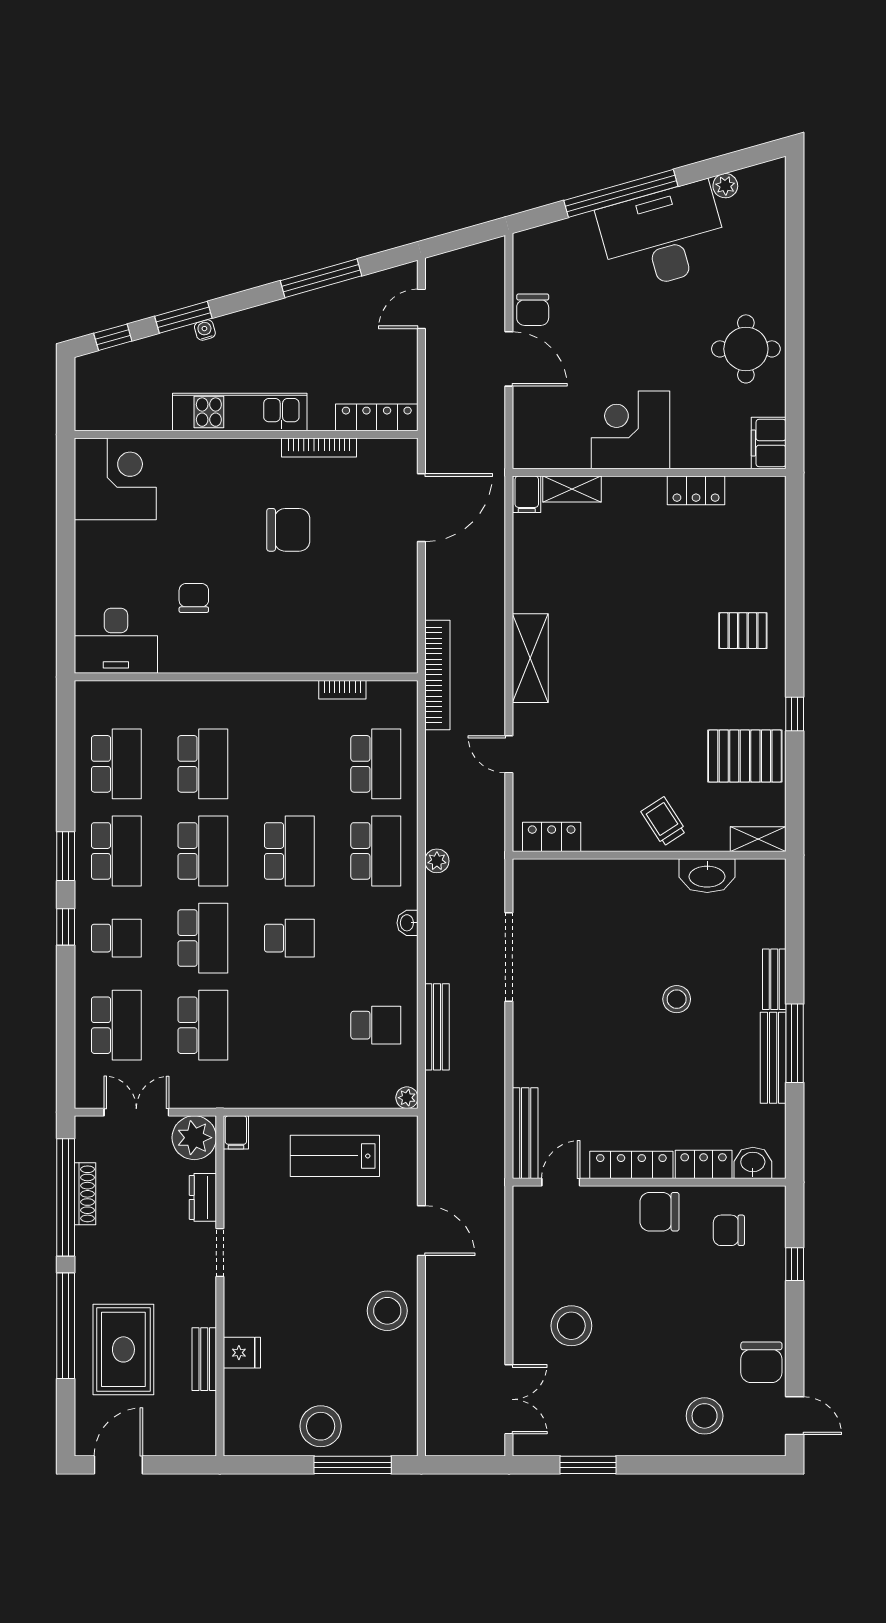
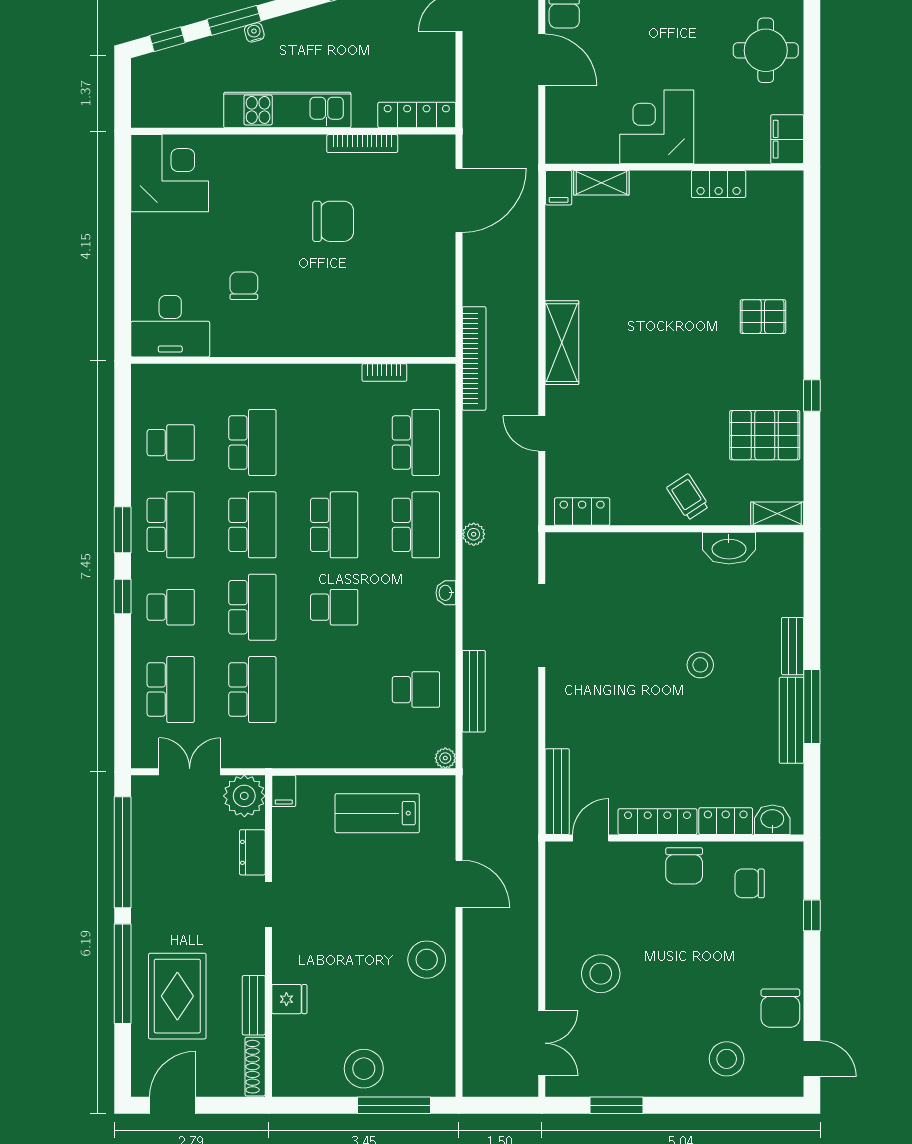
school desk: (116, 764) -> (171, 443), width x0.54
shoe rack: (85, 1194) -> (255, 1067), moved, turned 180
chair: (660, 1212) -> (684, 866), turned -90

